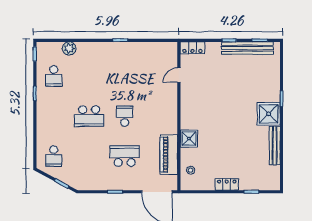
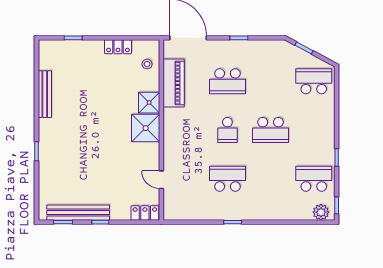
plant: (69, 48) -> (321, 212), moved
door: (179, 75) -> (161, 180), swing flipped
school desk: (54, 76) -> (314, 179), width x1.85
school desk: (125, 76) -> (227, 179), added
shower: (269, 114) -> (146, 128), moved
school desk: (89, 116) -> (271, 130), turned 180
school desk: (54, 156) -> (314, 81), width x1.85
locker: (227, 184) -> (118, 47), moved

